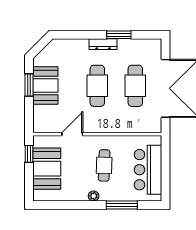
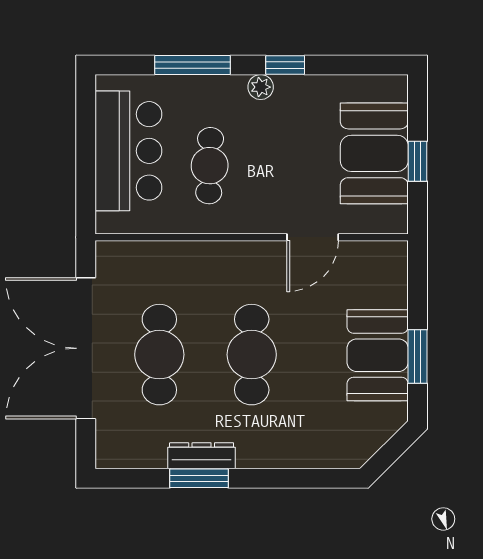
dresser: (103, 44) -> (202, 456), moved
window: (29, 154) -> (418, 161), moved
cafe table: (104, 165) -> (210, 166), moved
window: (83, 205) -> (285, 65), added

